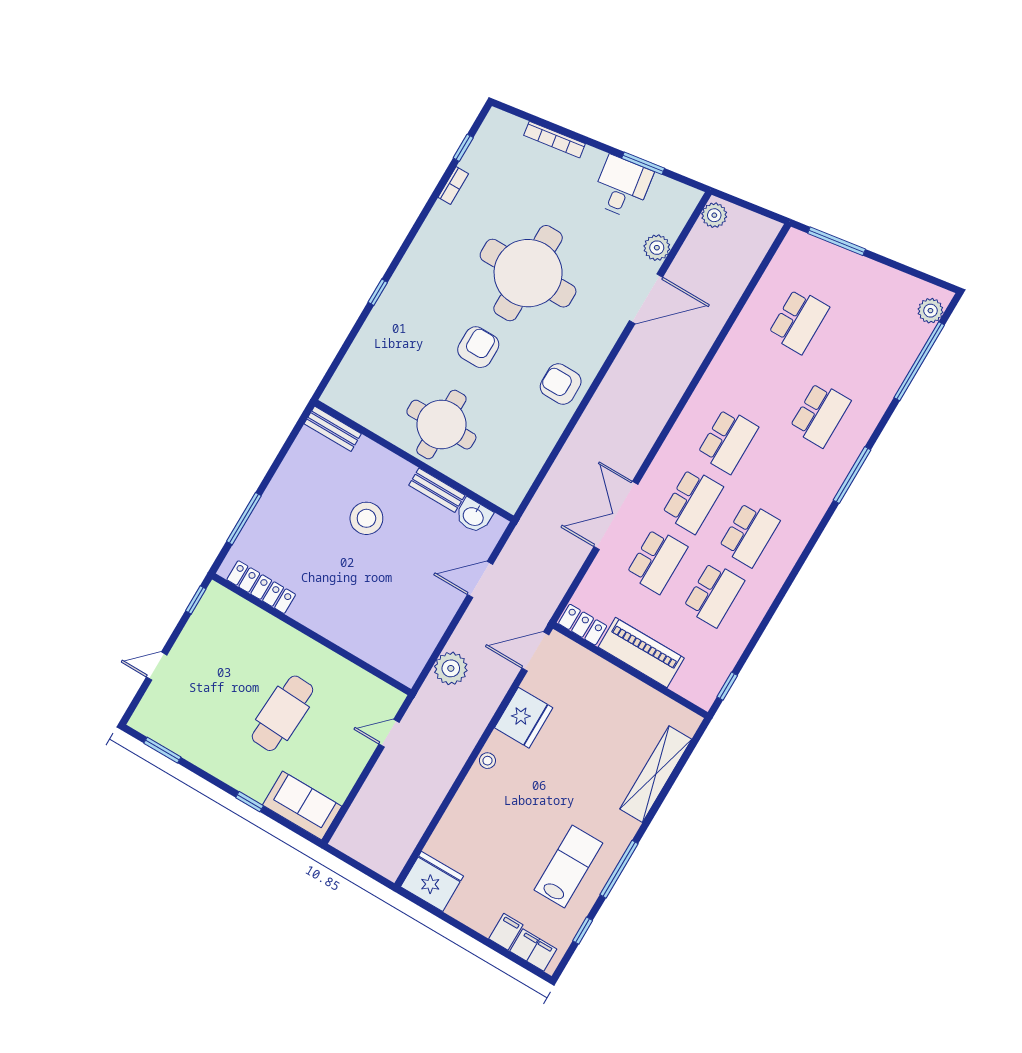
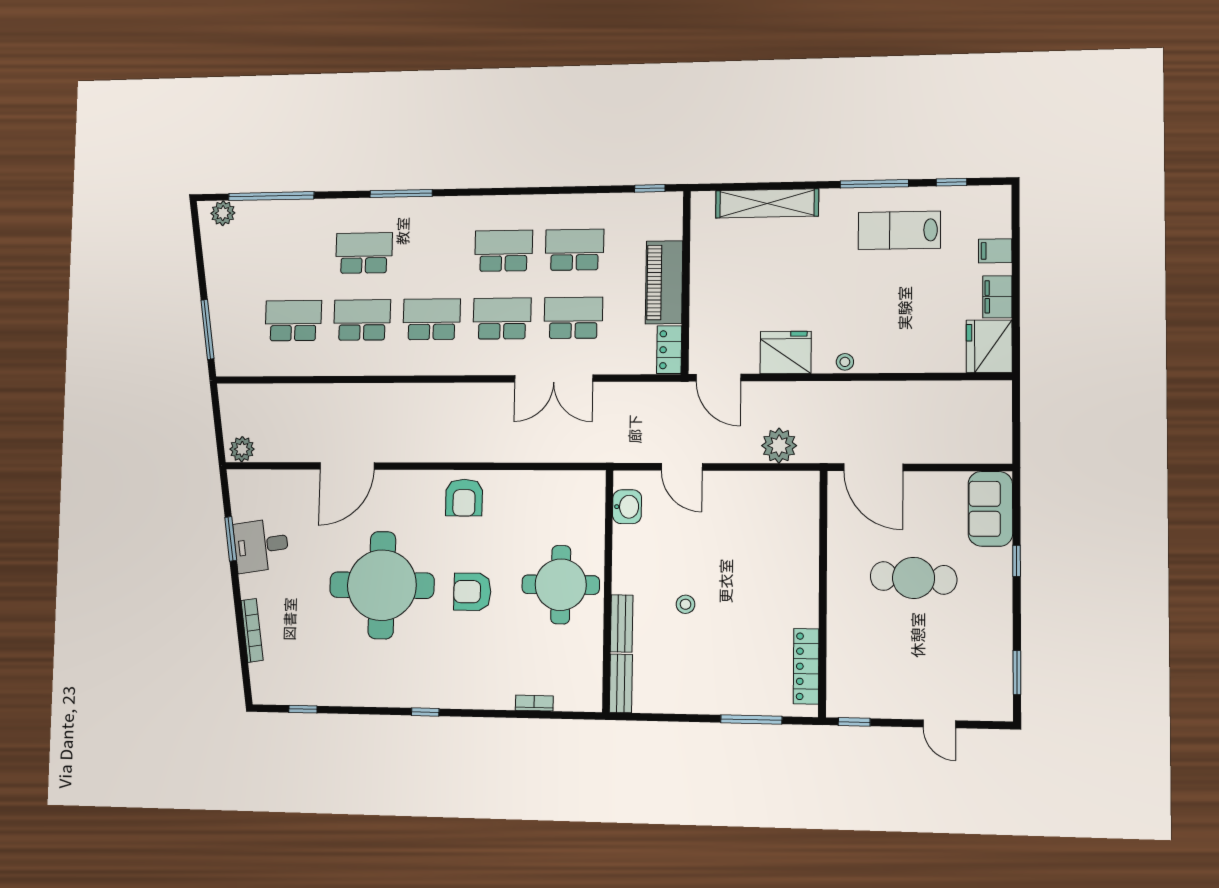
bookcase: (453, 186) -> (534, 703), moved
plant: (657, 248) -> (297, 483), removed
window: (378, 292) -> (425, 712), moved
door: (646, 299) -> (347, 466), swing flipped
school desk: (763, 381) -> (362, 320), added
bench: (437, 490) -> (622, 623), moved
stool: (366, 518) -> (685, 604), width x0.53, depth x0.53
door: (389, 733) -> (873, 467), width x1.87
filing cabinet: (533, 950) -> (997, 297), moved

